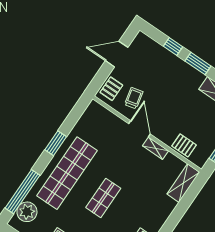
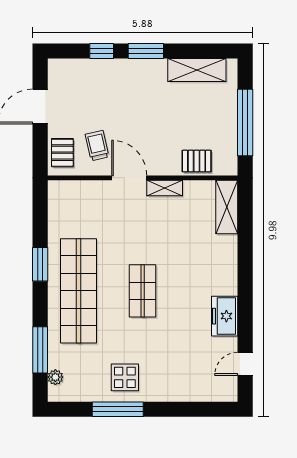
window: (22, 192) -> (40, 350), width x0.68
plant: (27, 212) -> (55, 377), width x0.53, depth x0.53

